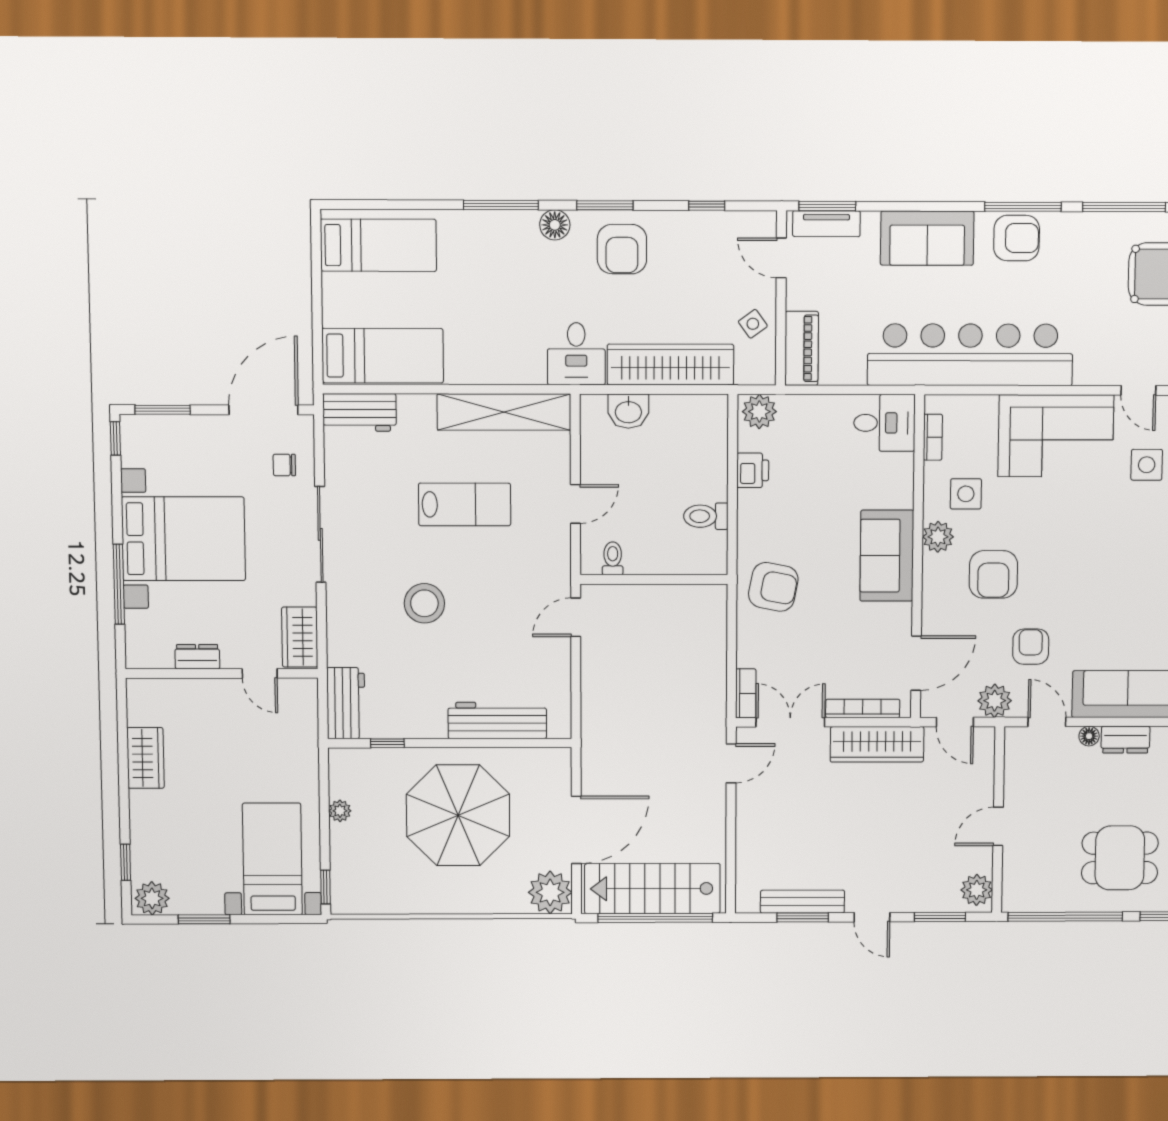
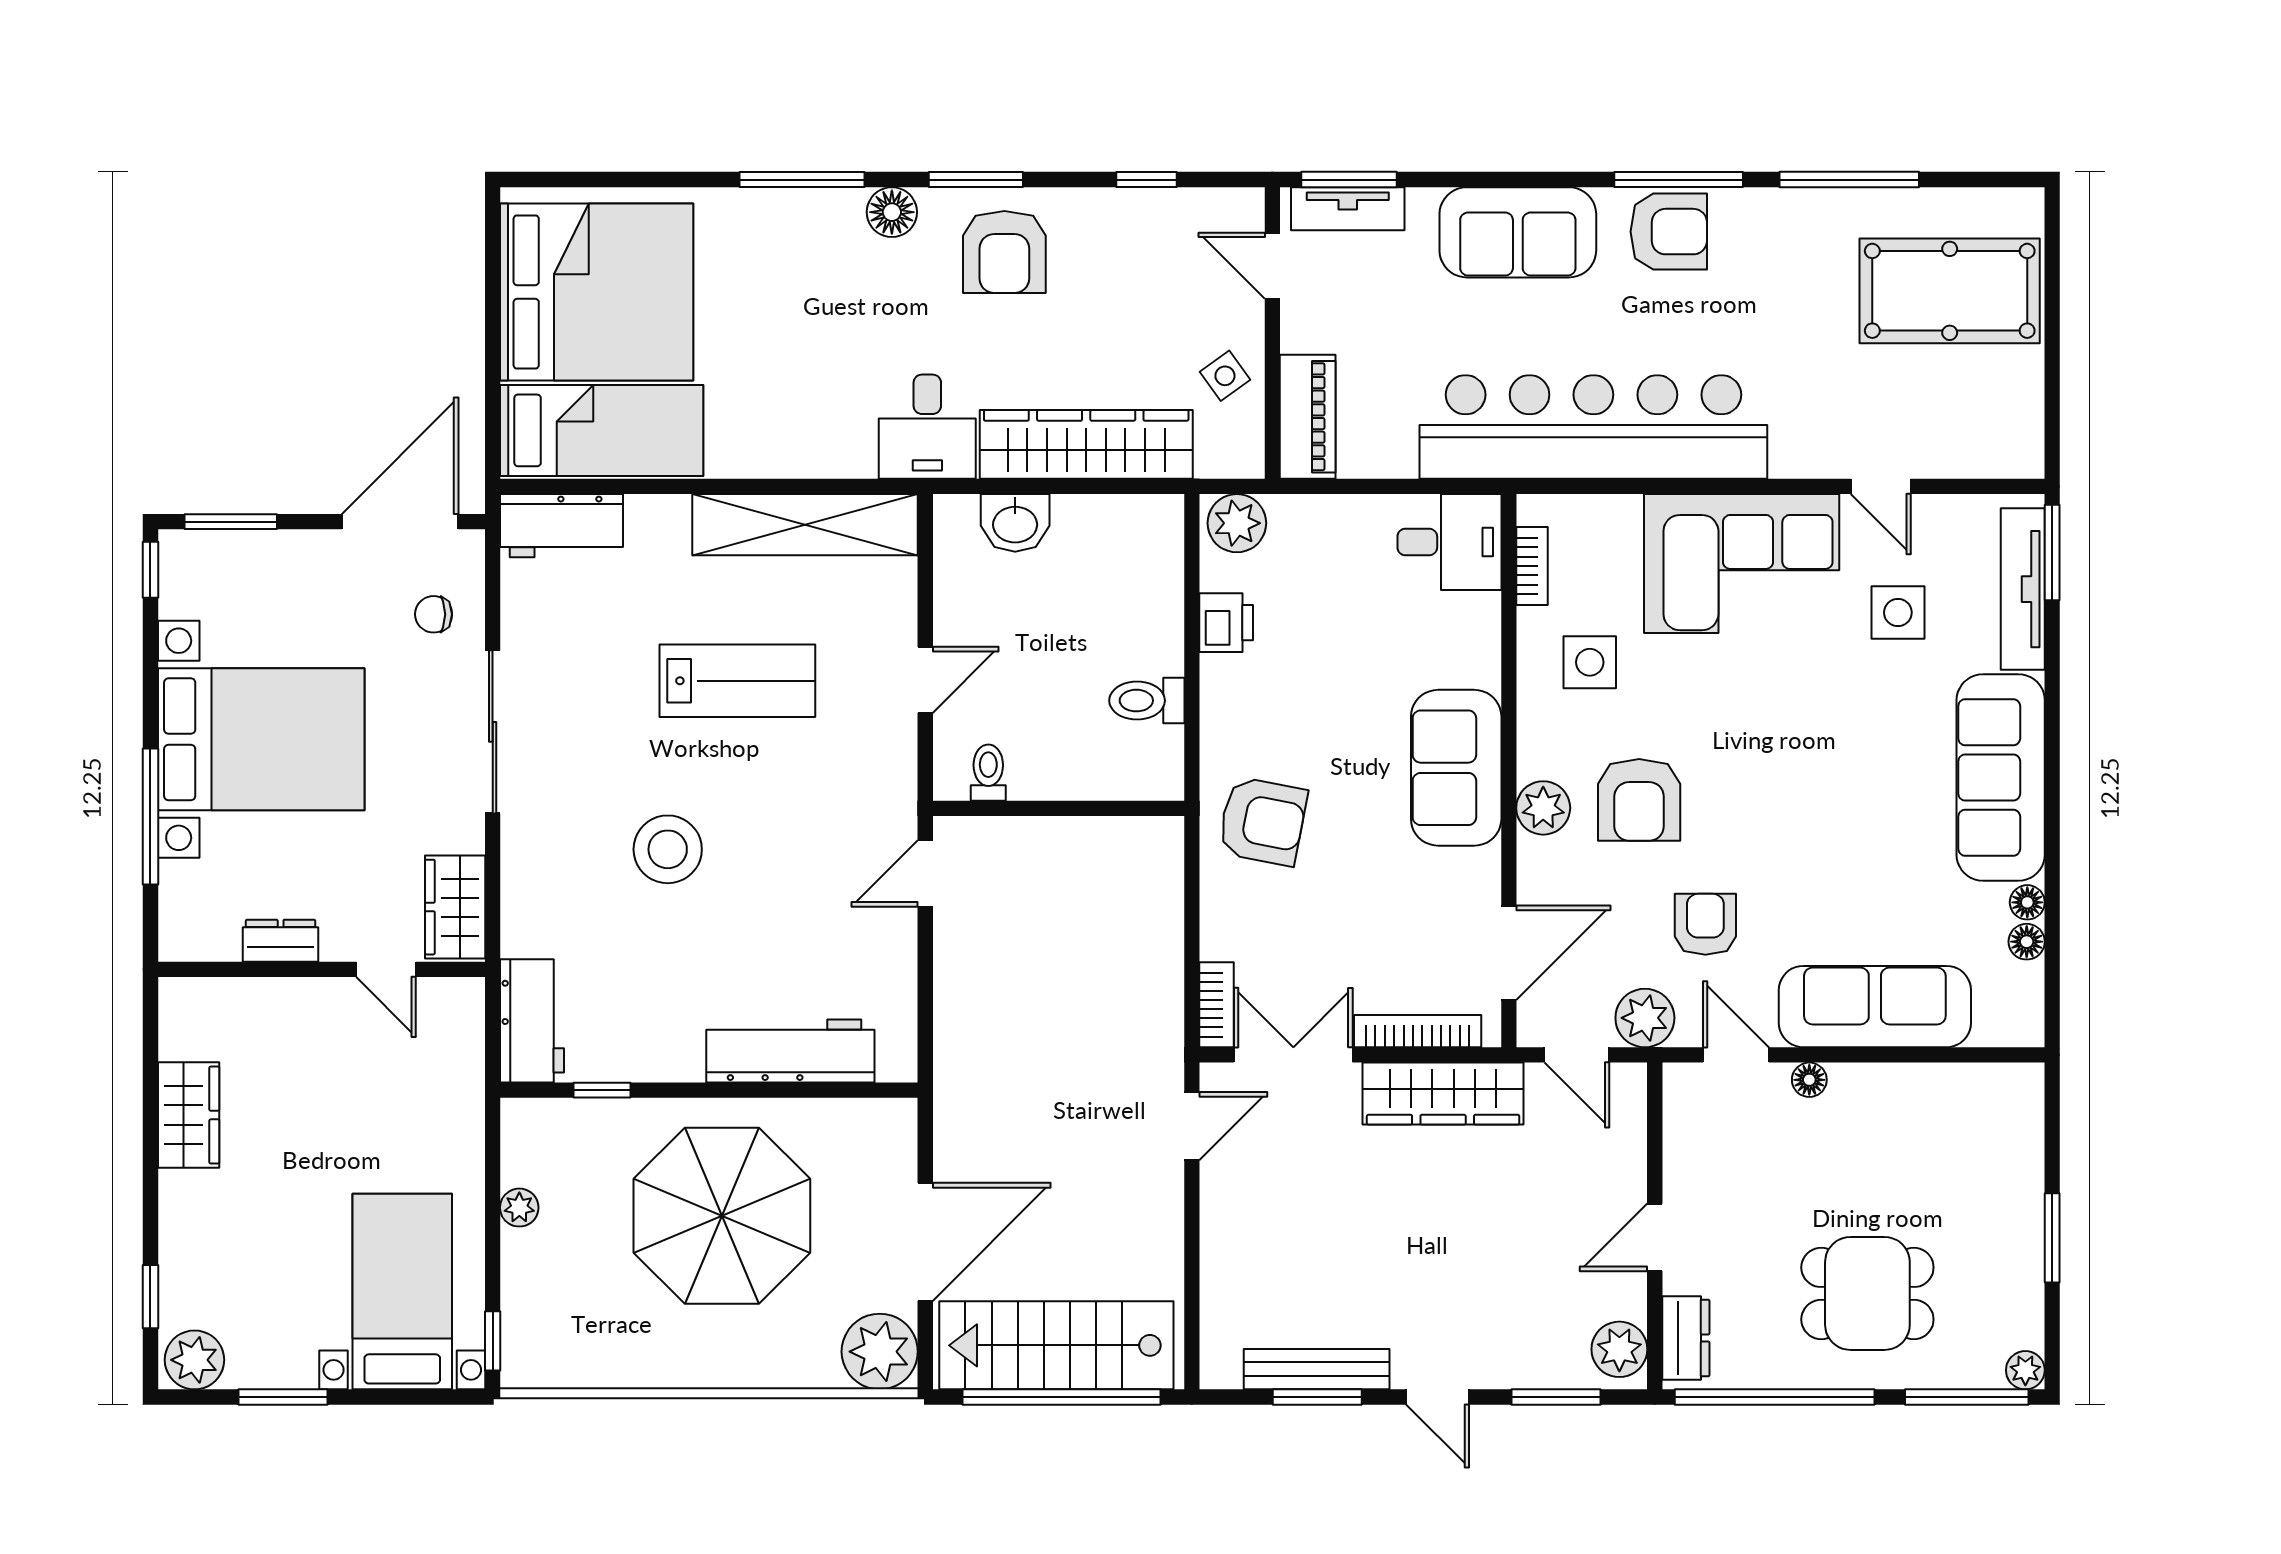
bed: (378, 245) -> (597, 292), width x2.04
plant: (938, 537) -> (1543, 808), moved
dresser: (1125, 740) -> (1686, 1338), moved, turned -90

